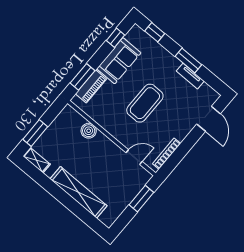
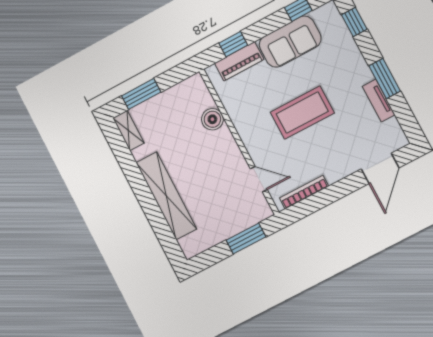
window: (83, 77) -> (233, 44), width x0.67

